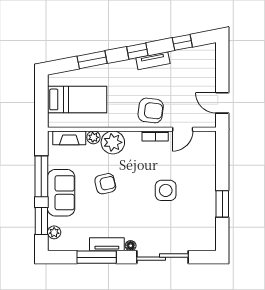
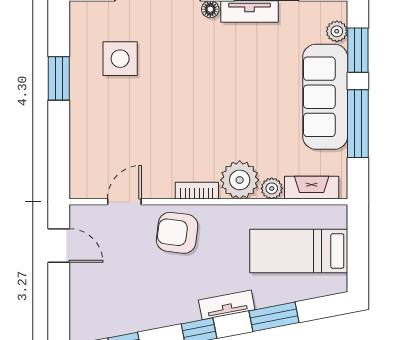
tv unit: (153, 61) -> (227, 305), moved
bookcase: (155, 136) -> (197, 191), moved
armchair: (105, 184) -> (252, 112), removed
side table: (166, 190) -> (120, 59), moved
sofa: (61, 193) -> (325, 97), width x1.36

